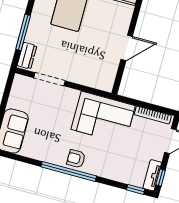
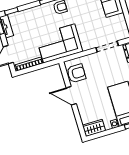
door: (127, 48) -> (71, 96), hinge flipped
armchair: (105, 70) -> (76, 73), added

